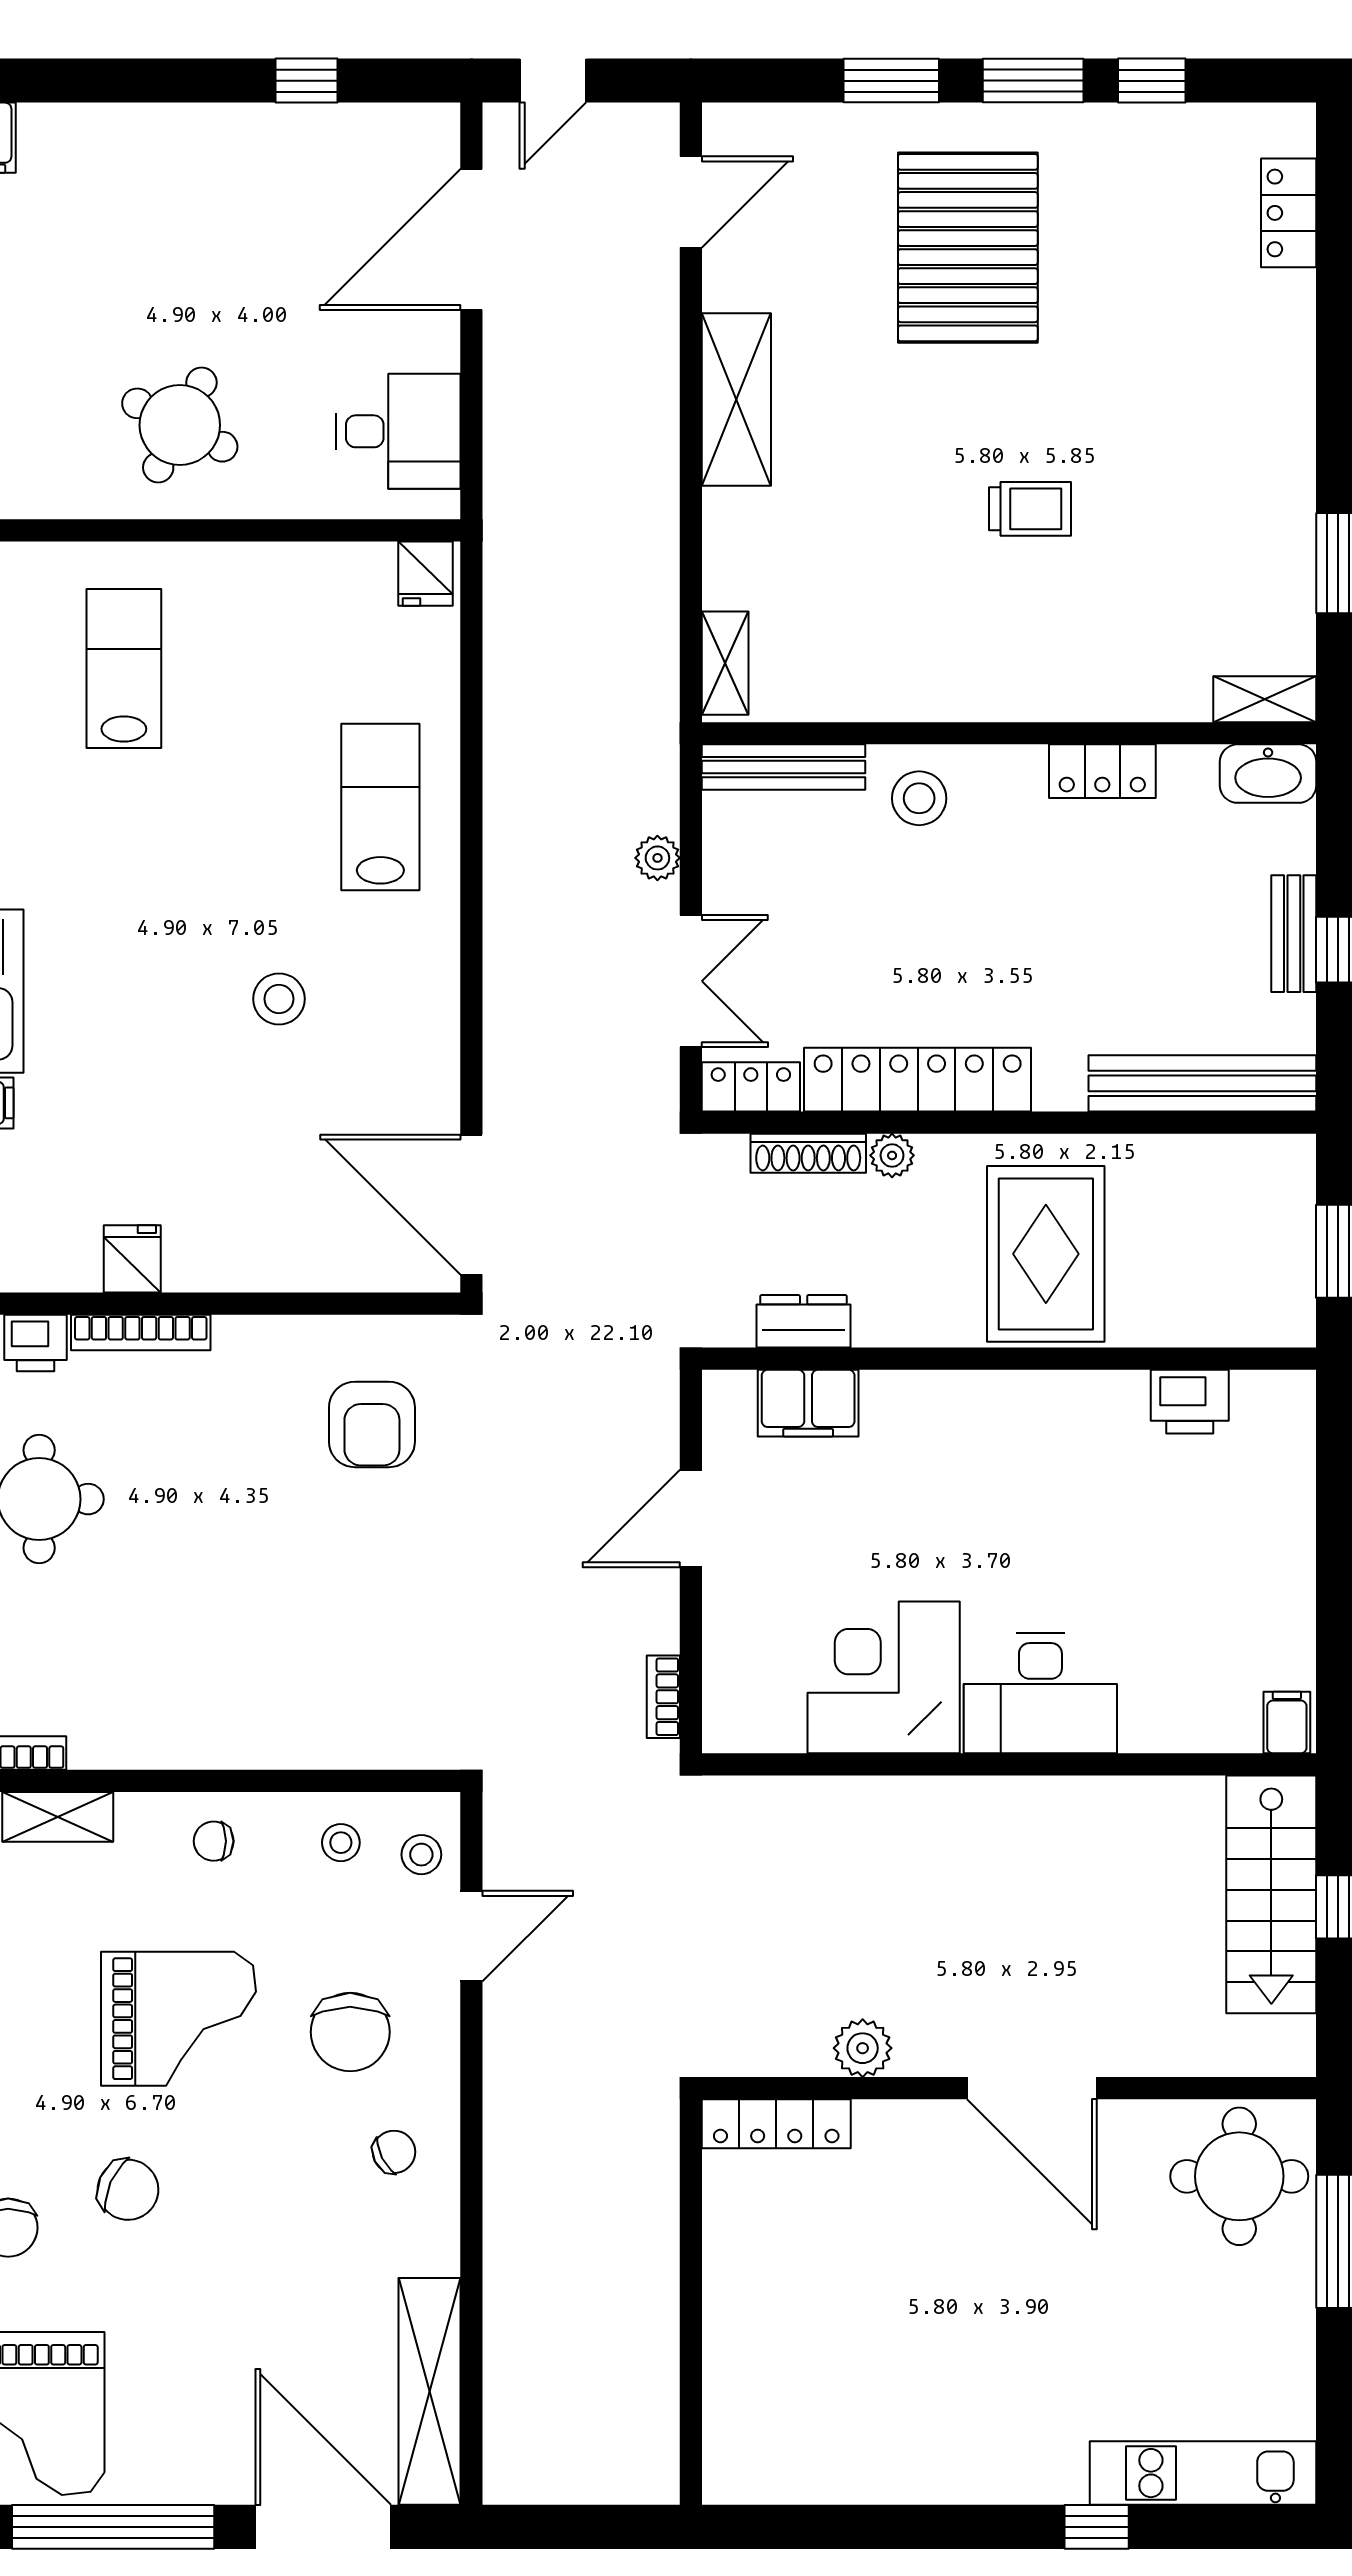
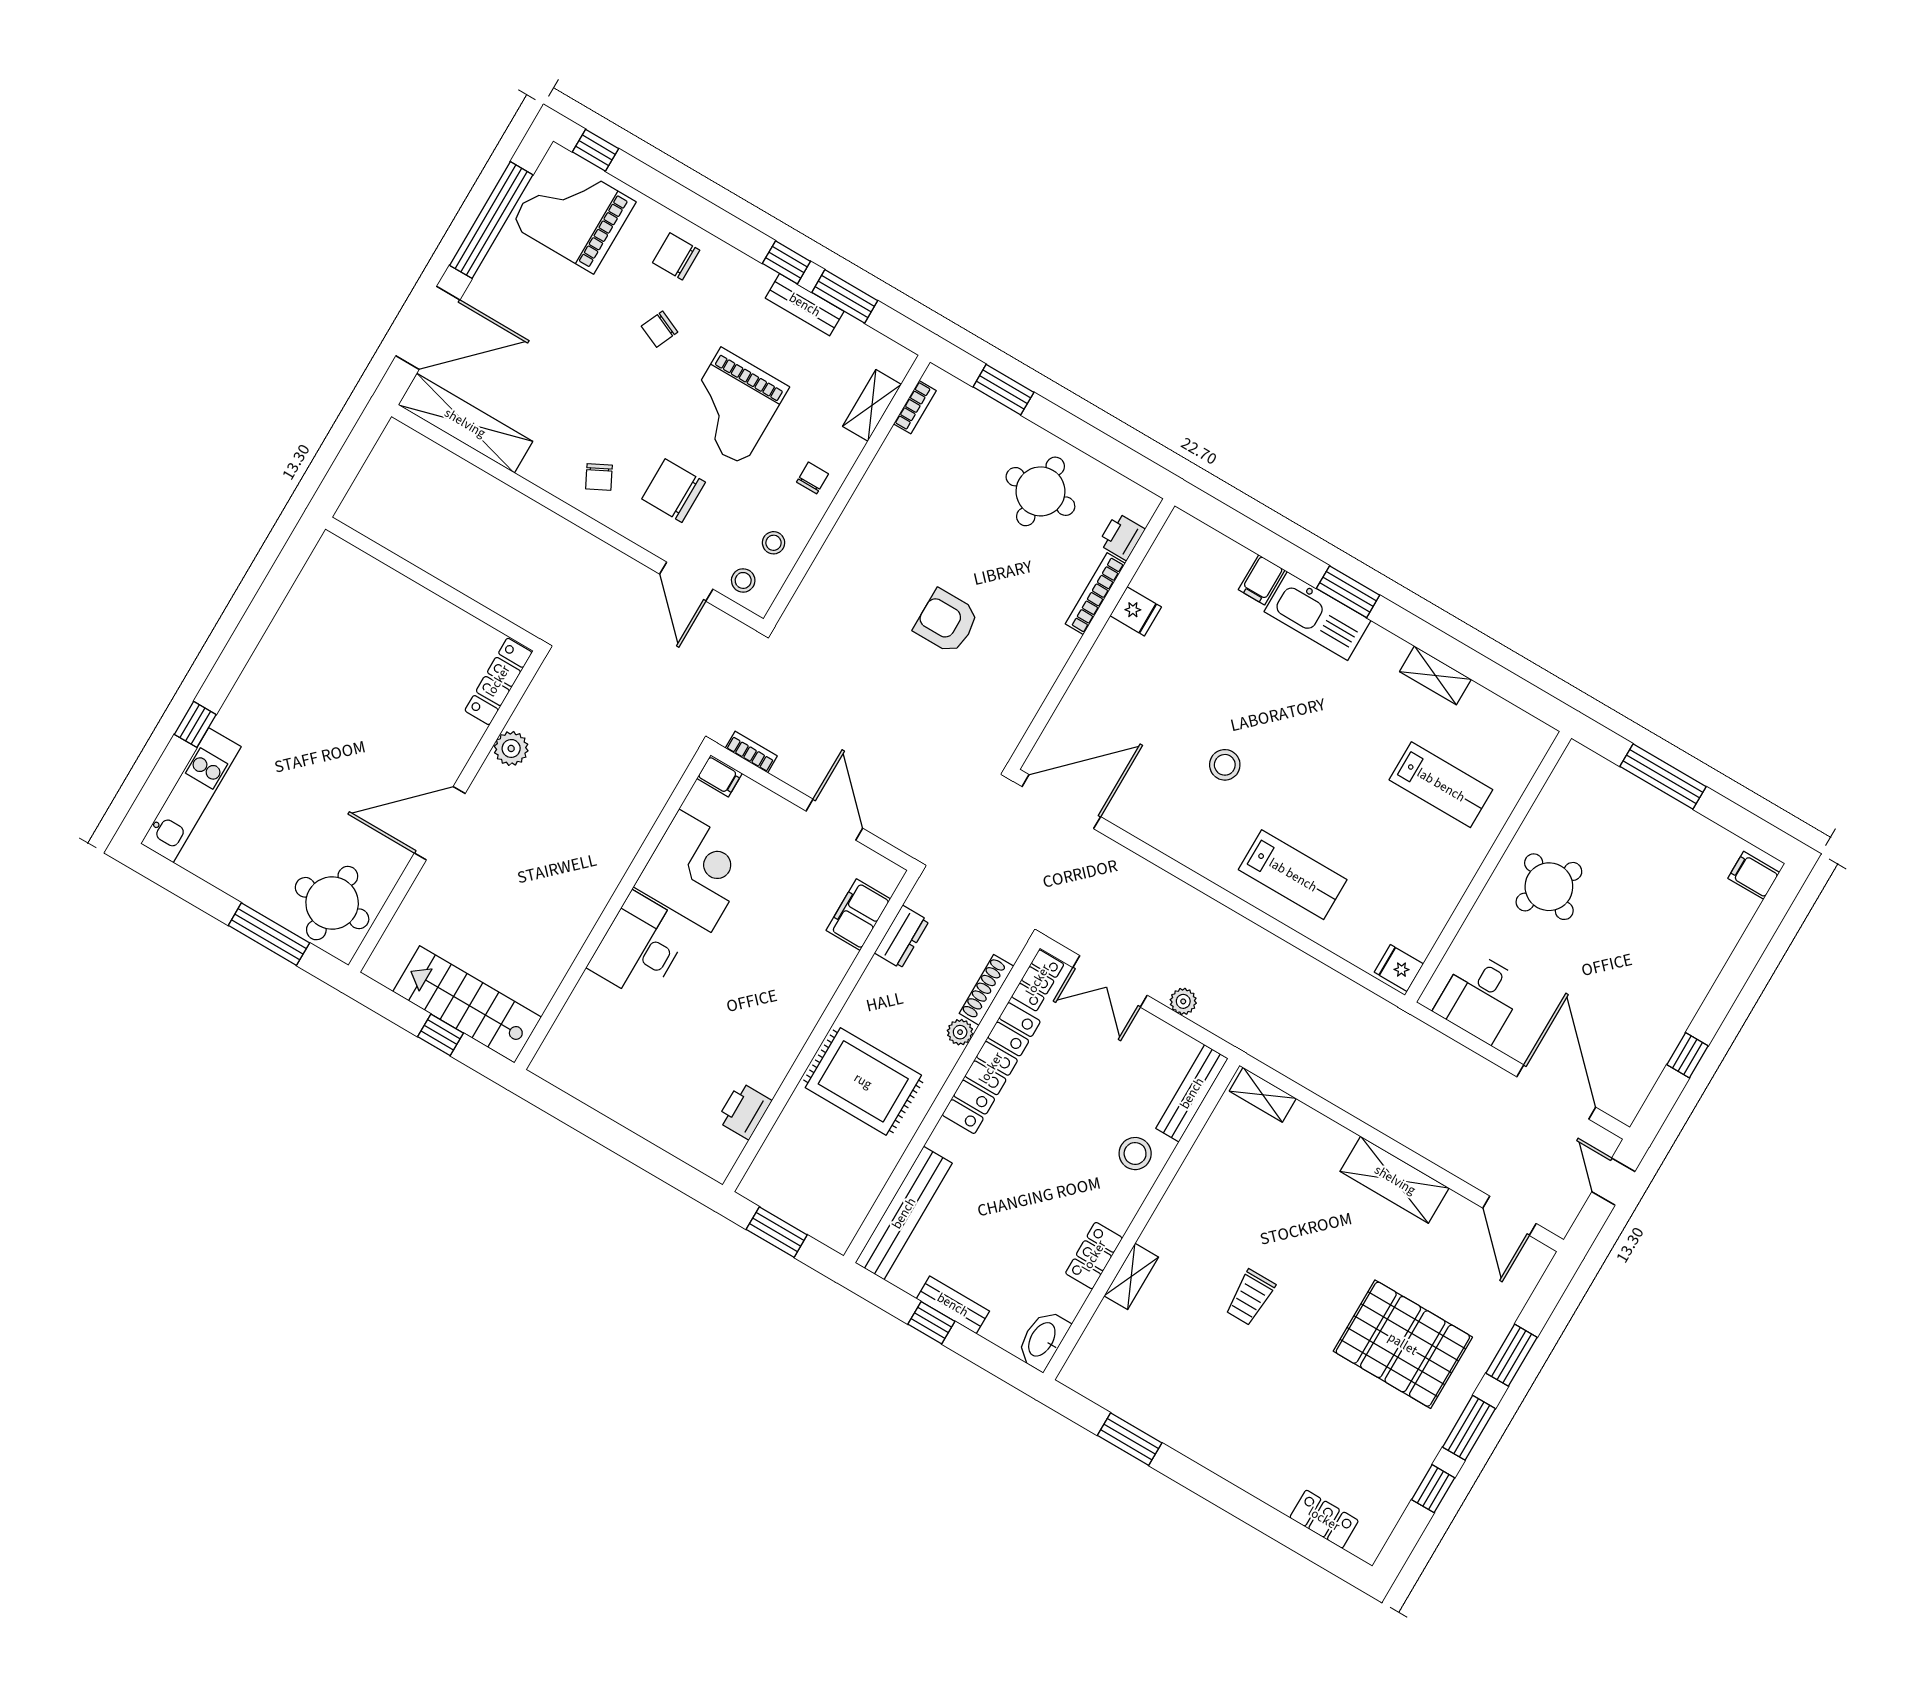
shelving: (1265, 699) -> (1131, 1276), moved
armchair: (372, 1424) -> (946, 622), moved
filing cabinet: (1287, 1723) -> (720, 776), moved
chair: (128, 2190) -> (660, 329), width x0.73, depth x0.73

